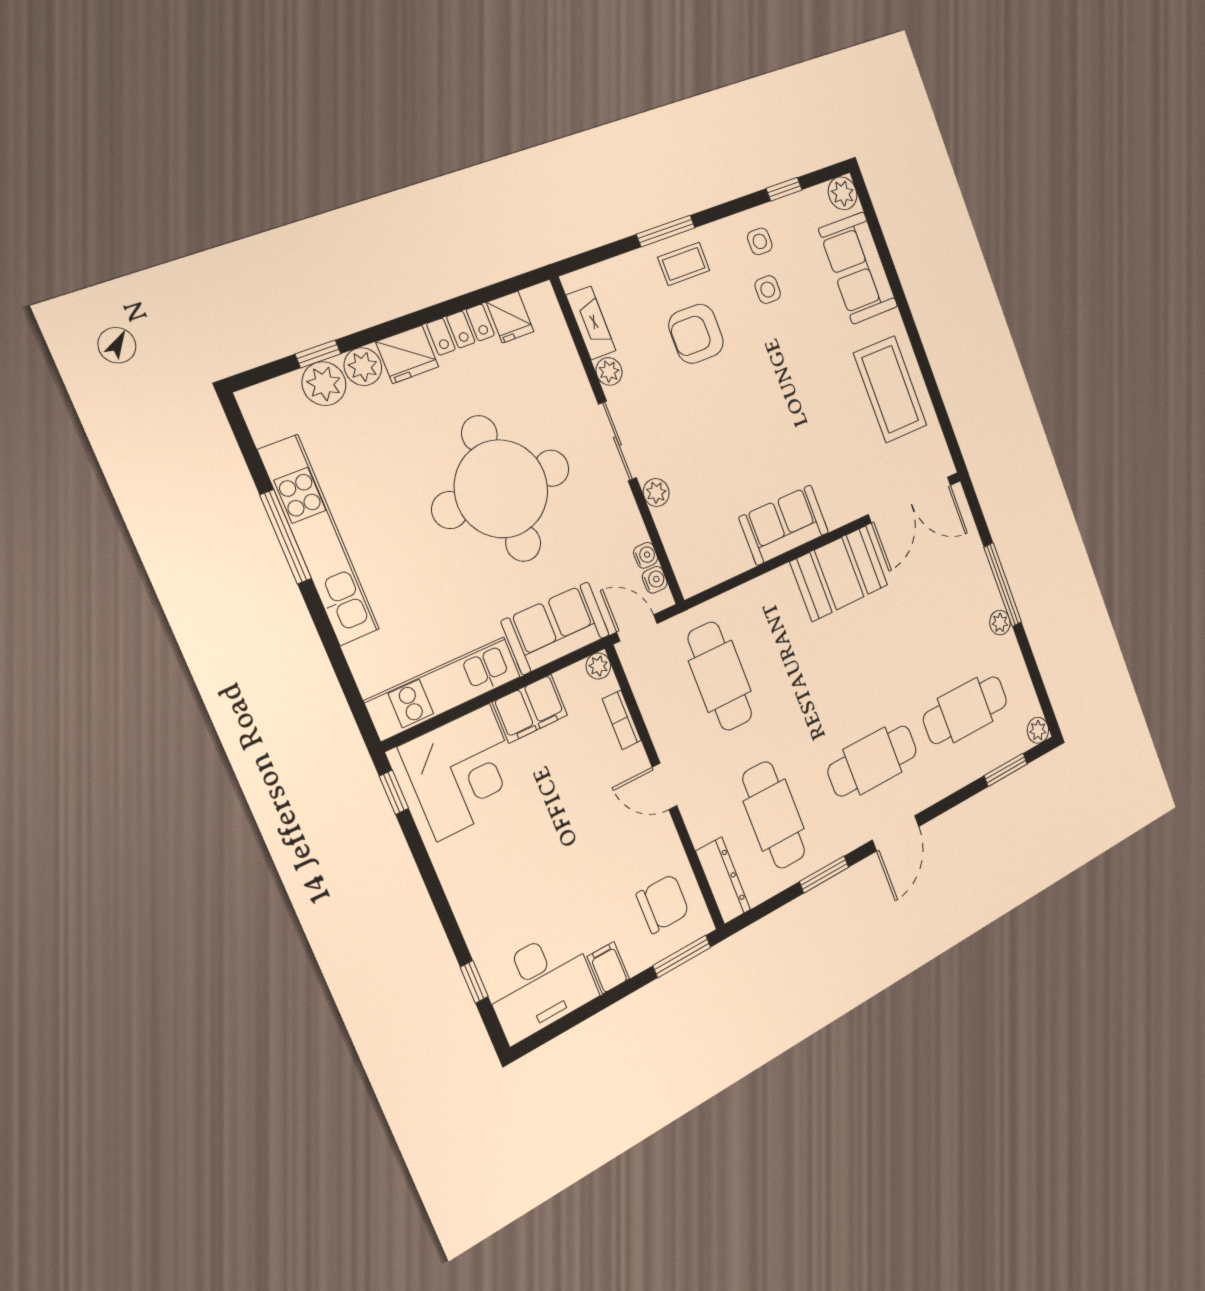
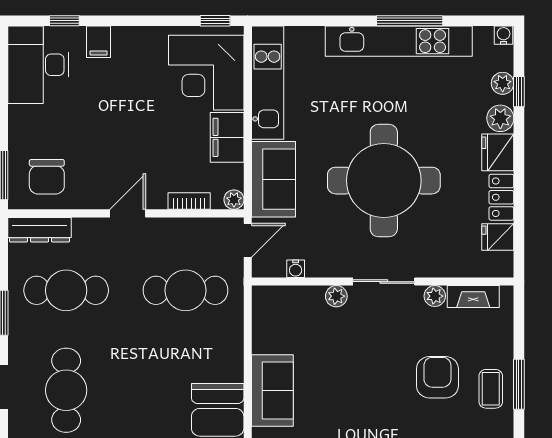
plant: (324, 384) -> (503, 83), width x0.73, depth x0.73
water cooler: (655, 580) -> (504, 35), moved, turned 180
filing cabinet: (608, 968) -> (99, 42), moved, turned 90

